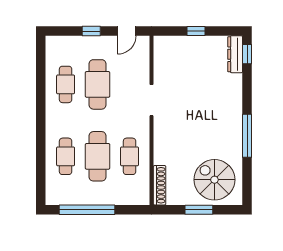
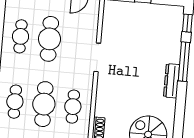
dresser: (235, 54) -> (172, 81), moved
window: (247, 136) -> (184, 62), moved

